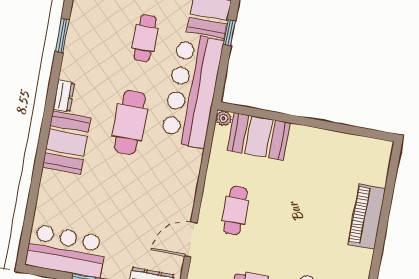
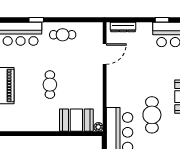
cafe table: (235, 210) -> (50, 85), moved

